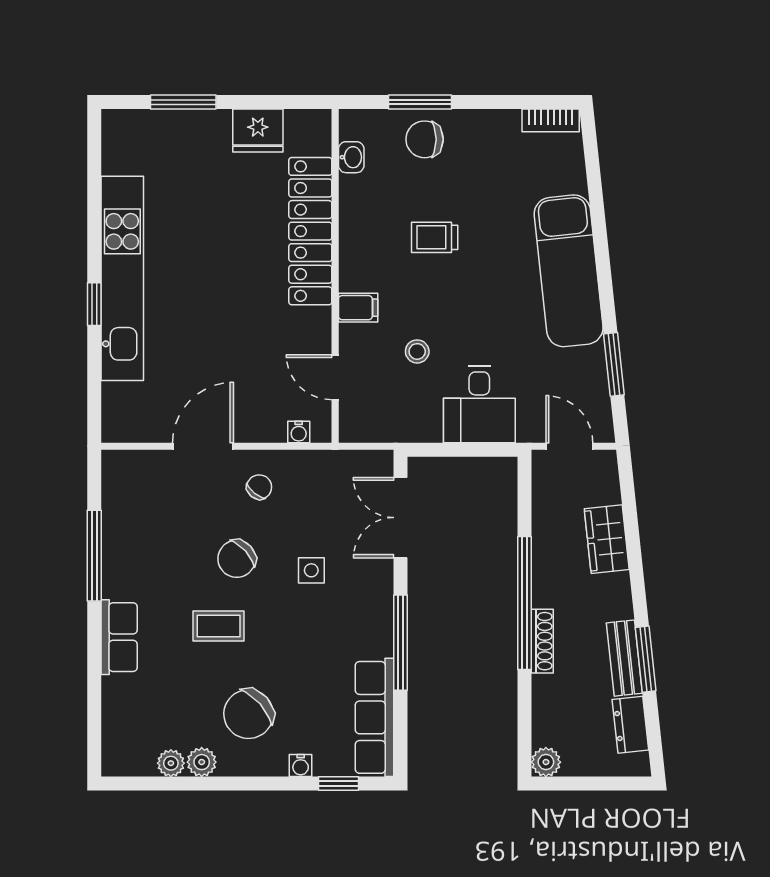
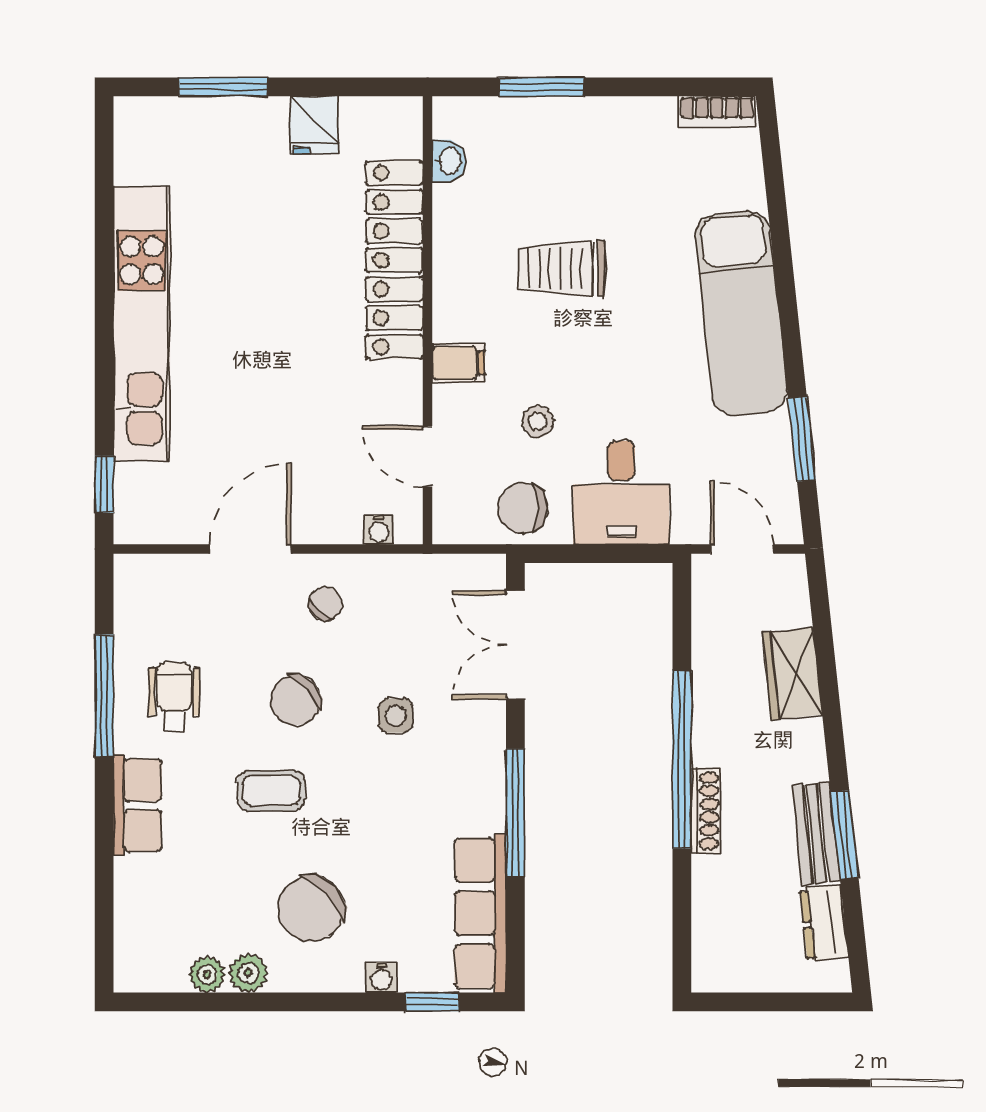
fridge: (258, 131) -> (314, 125), width x0.72
chair: (425, 139) -> (522, 508), moved
trolley: (435, 237) -> (561, 268), width x1.36, depth x1.39
window: (94, 304) -> (104, 484), moved
wheelchair: (146, 557) -> (174, 697), added
plant: (546, 762) -> (711, 973), removed

